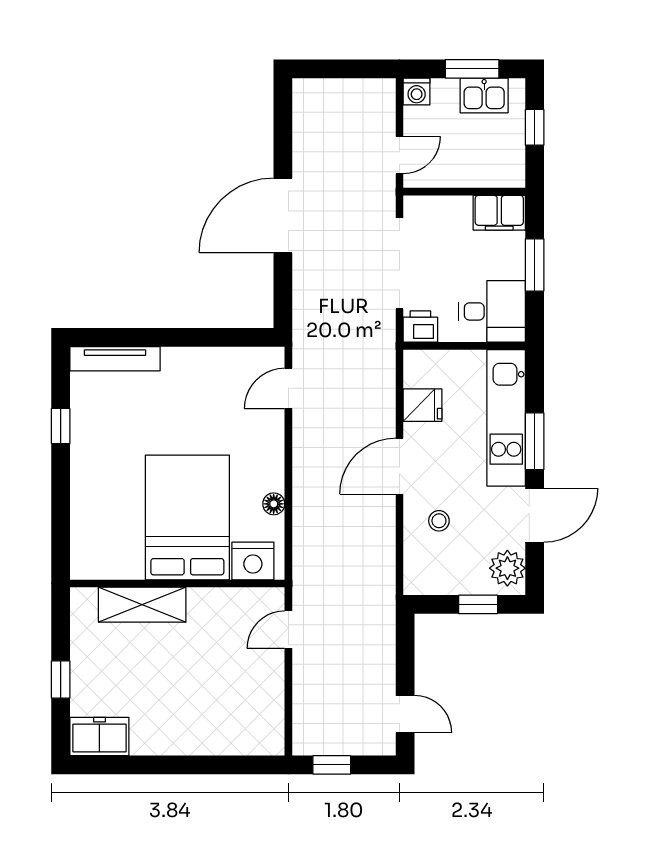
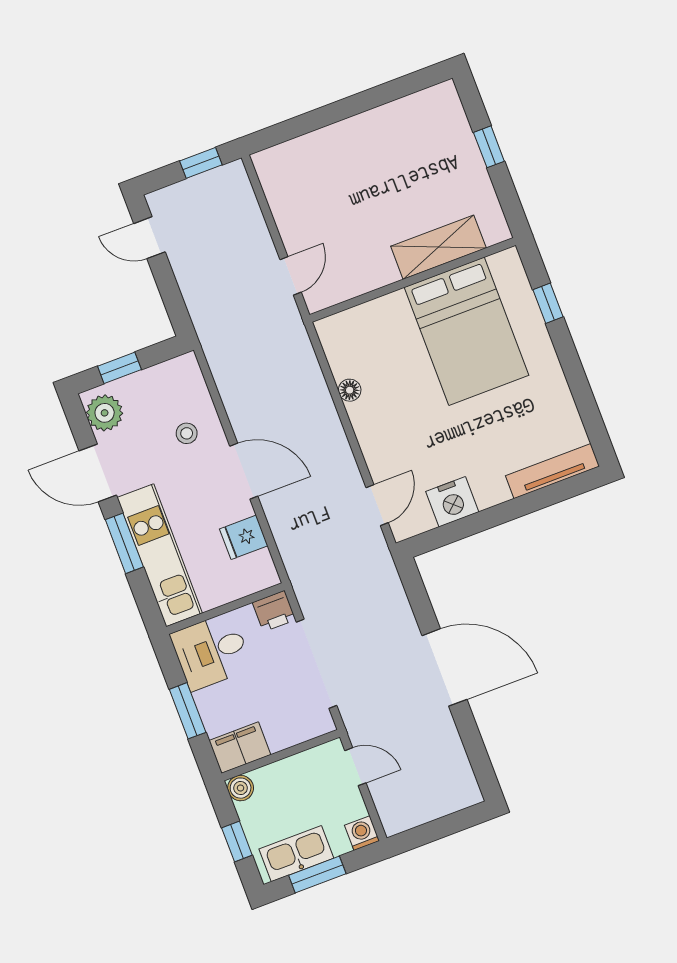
kitchen sink: (484, 95) -> (296, 854), width x1.38
door: (399, 155) -> (355, 767), swing flipped
boiler: (513, 175) -> (241, 788), added
door: (283, 215) -> (445, 667), hinge flipped
window: (61, 426) -> (548, 303), moved
door: (399, 466) -> (244, 471), hinge flipped
door: (535, 515) -> (98, 473), hinge flipped
bed: (187, 517) -> (467, 331), moved
nightstand: (253, 561) -> (452, 502), moved, turned 180
freezer: (99, 736) -> (432, 107), removed

